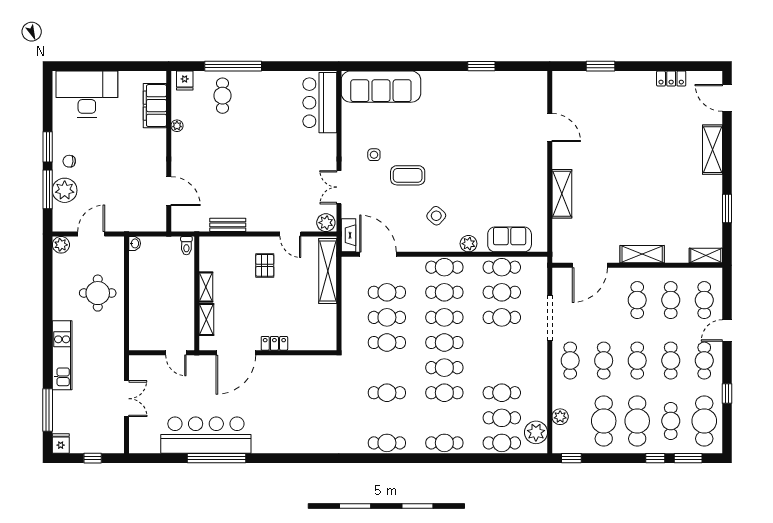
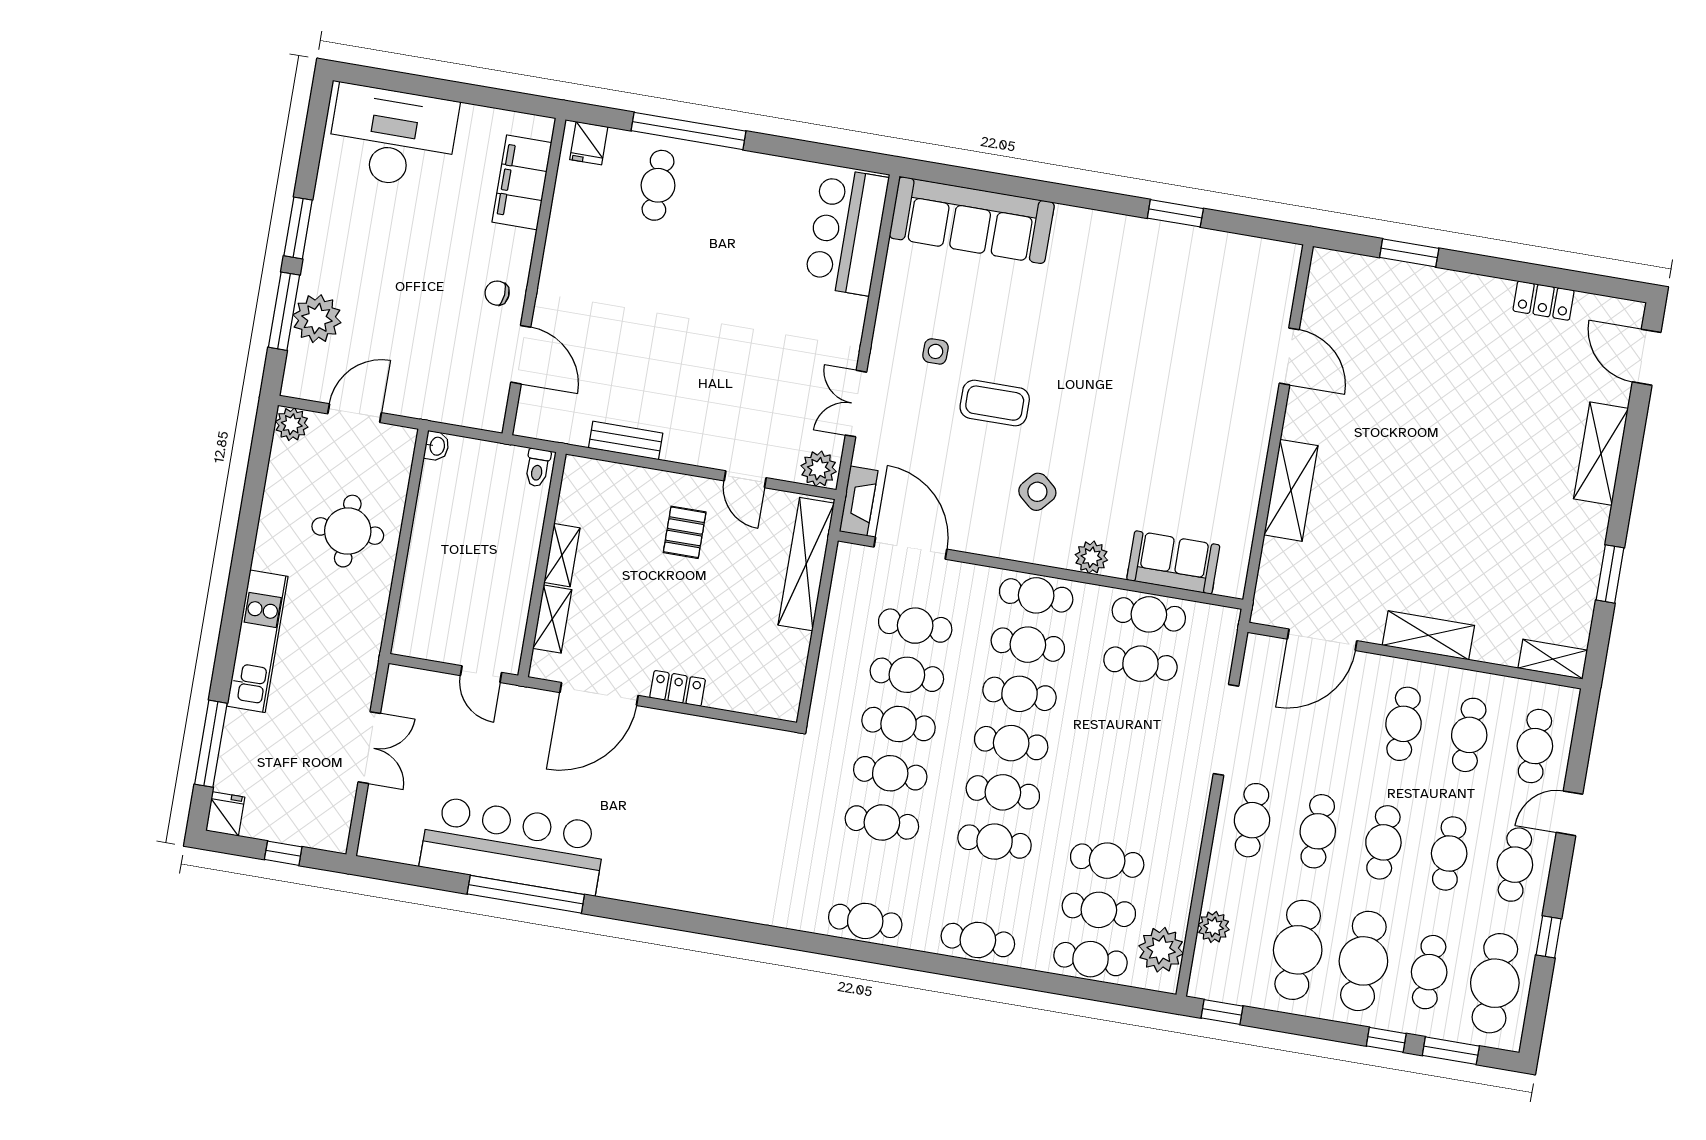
plant: (177, 126) -> (559, 229), removed
chair: (69, 161) -> (497, 293), moved
cafe table: (502, 317) -> (890, 773), moved

